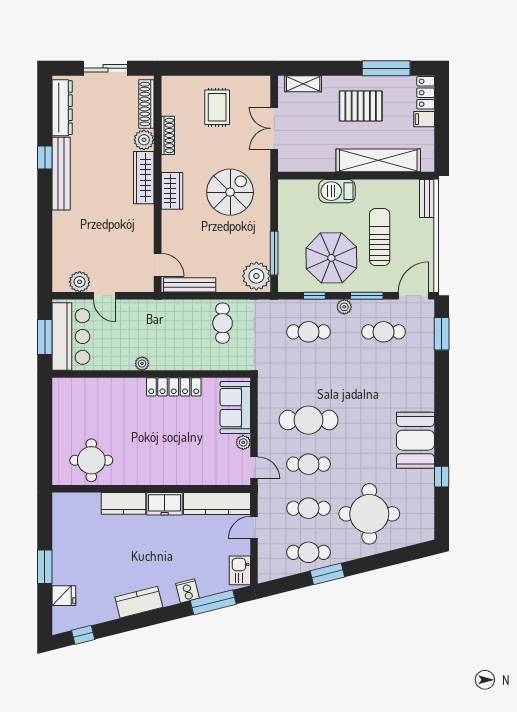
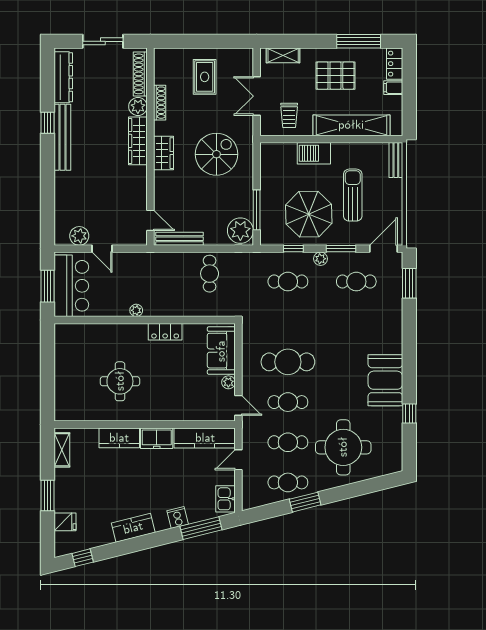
trolley: (310, 150) -> (289, 115), added
locker: (174, 387) -> (165, 332), width x0.66
round table: (91, 460) -> (120, 381), moved
shelving: (61, 517) -> (62, 450), added

